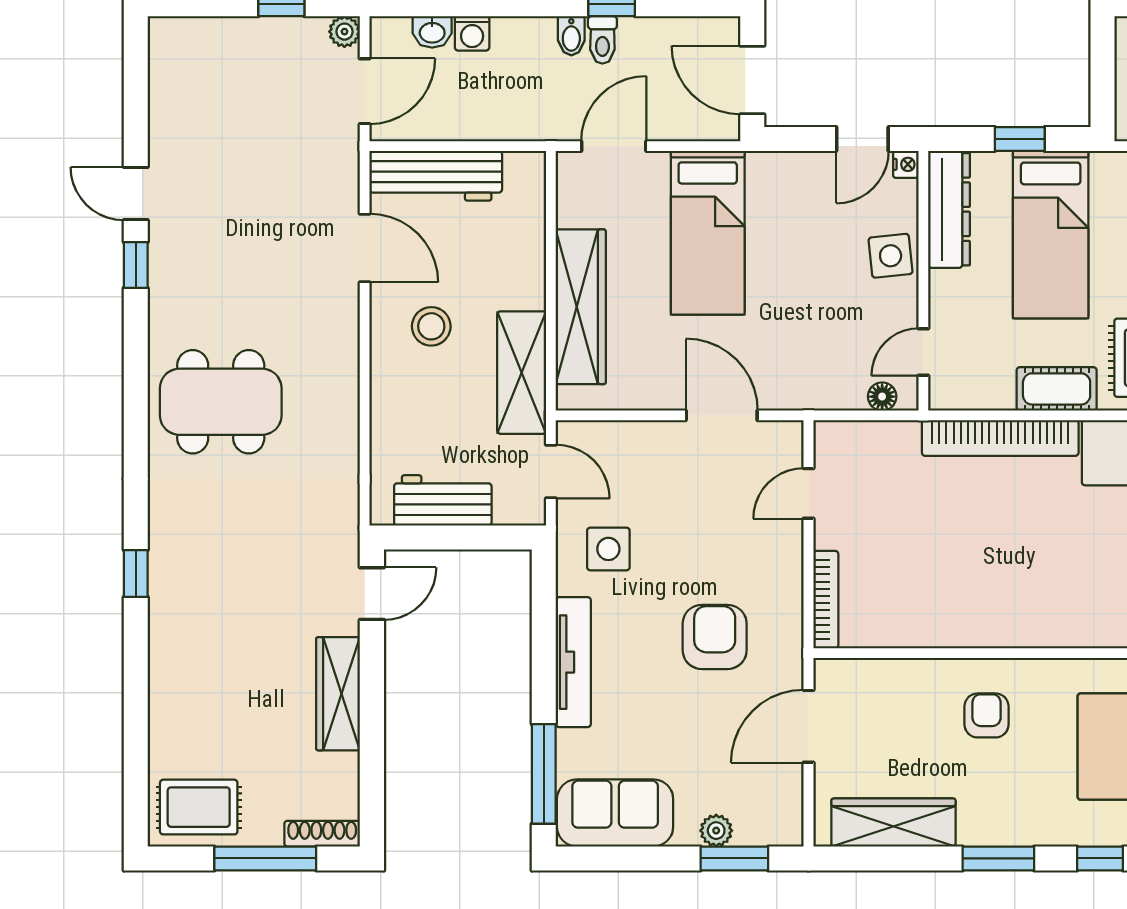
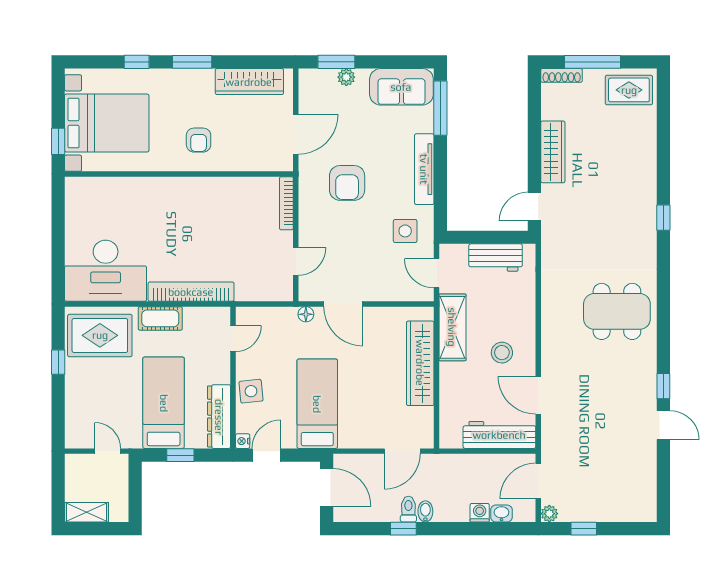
bed: (708, 233) -> (317, 404), moved
floor lamp: (882, 397) -> (306, 314), moved

